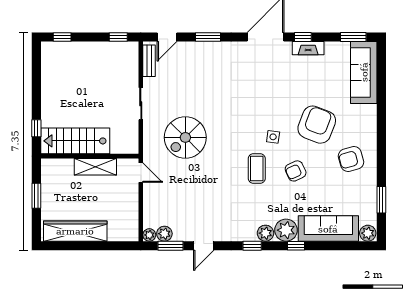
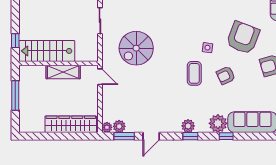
window: (36, 196) -> (15, 96), width x1.44
wardrobe: (75, 231) -> (71, 124), moved
plant: (265, 233) -> (188, 126), moved

